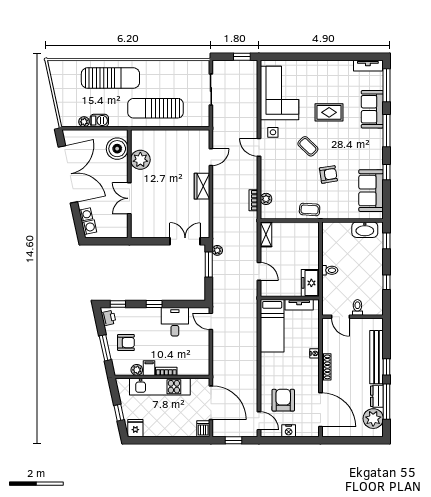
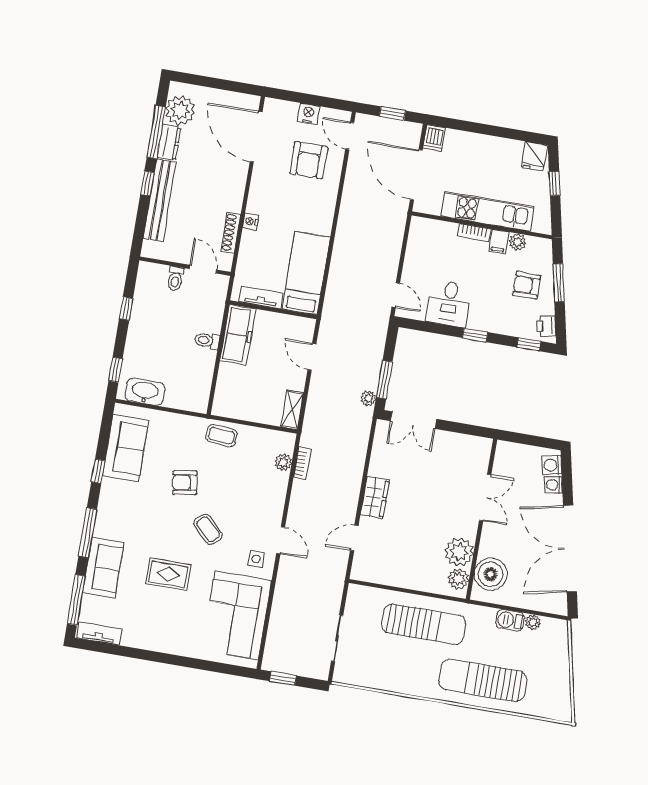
plant: (138, 142) -> (458, 579), added
freezer: (310, 283) -> (238, 335), width x1.40
shoe rack: (326, 367) -> (231, 233), moved

